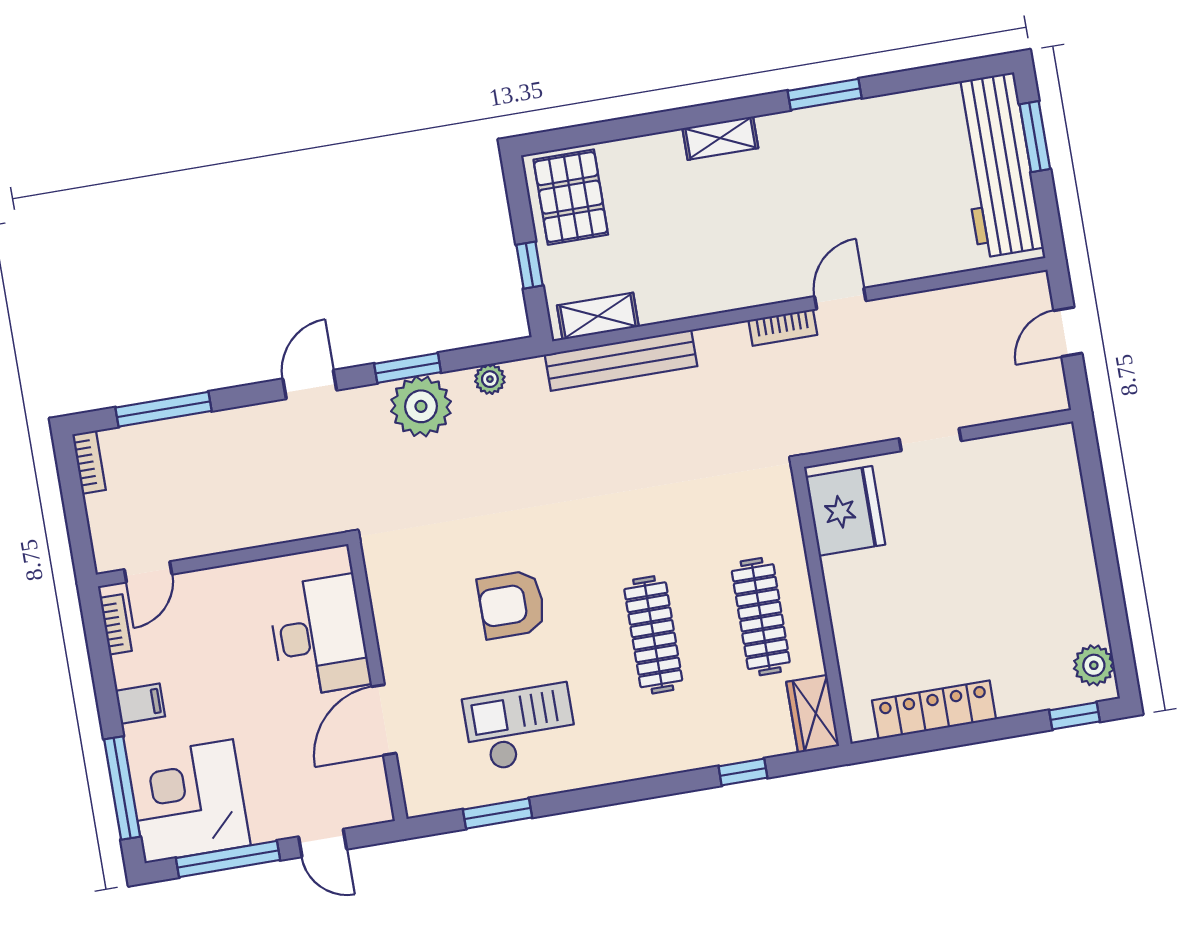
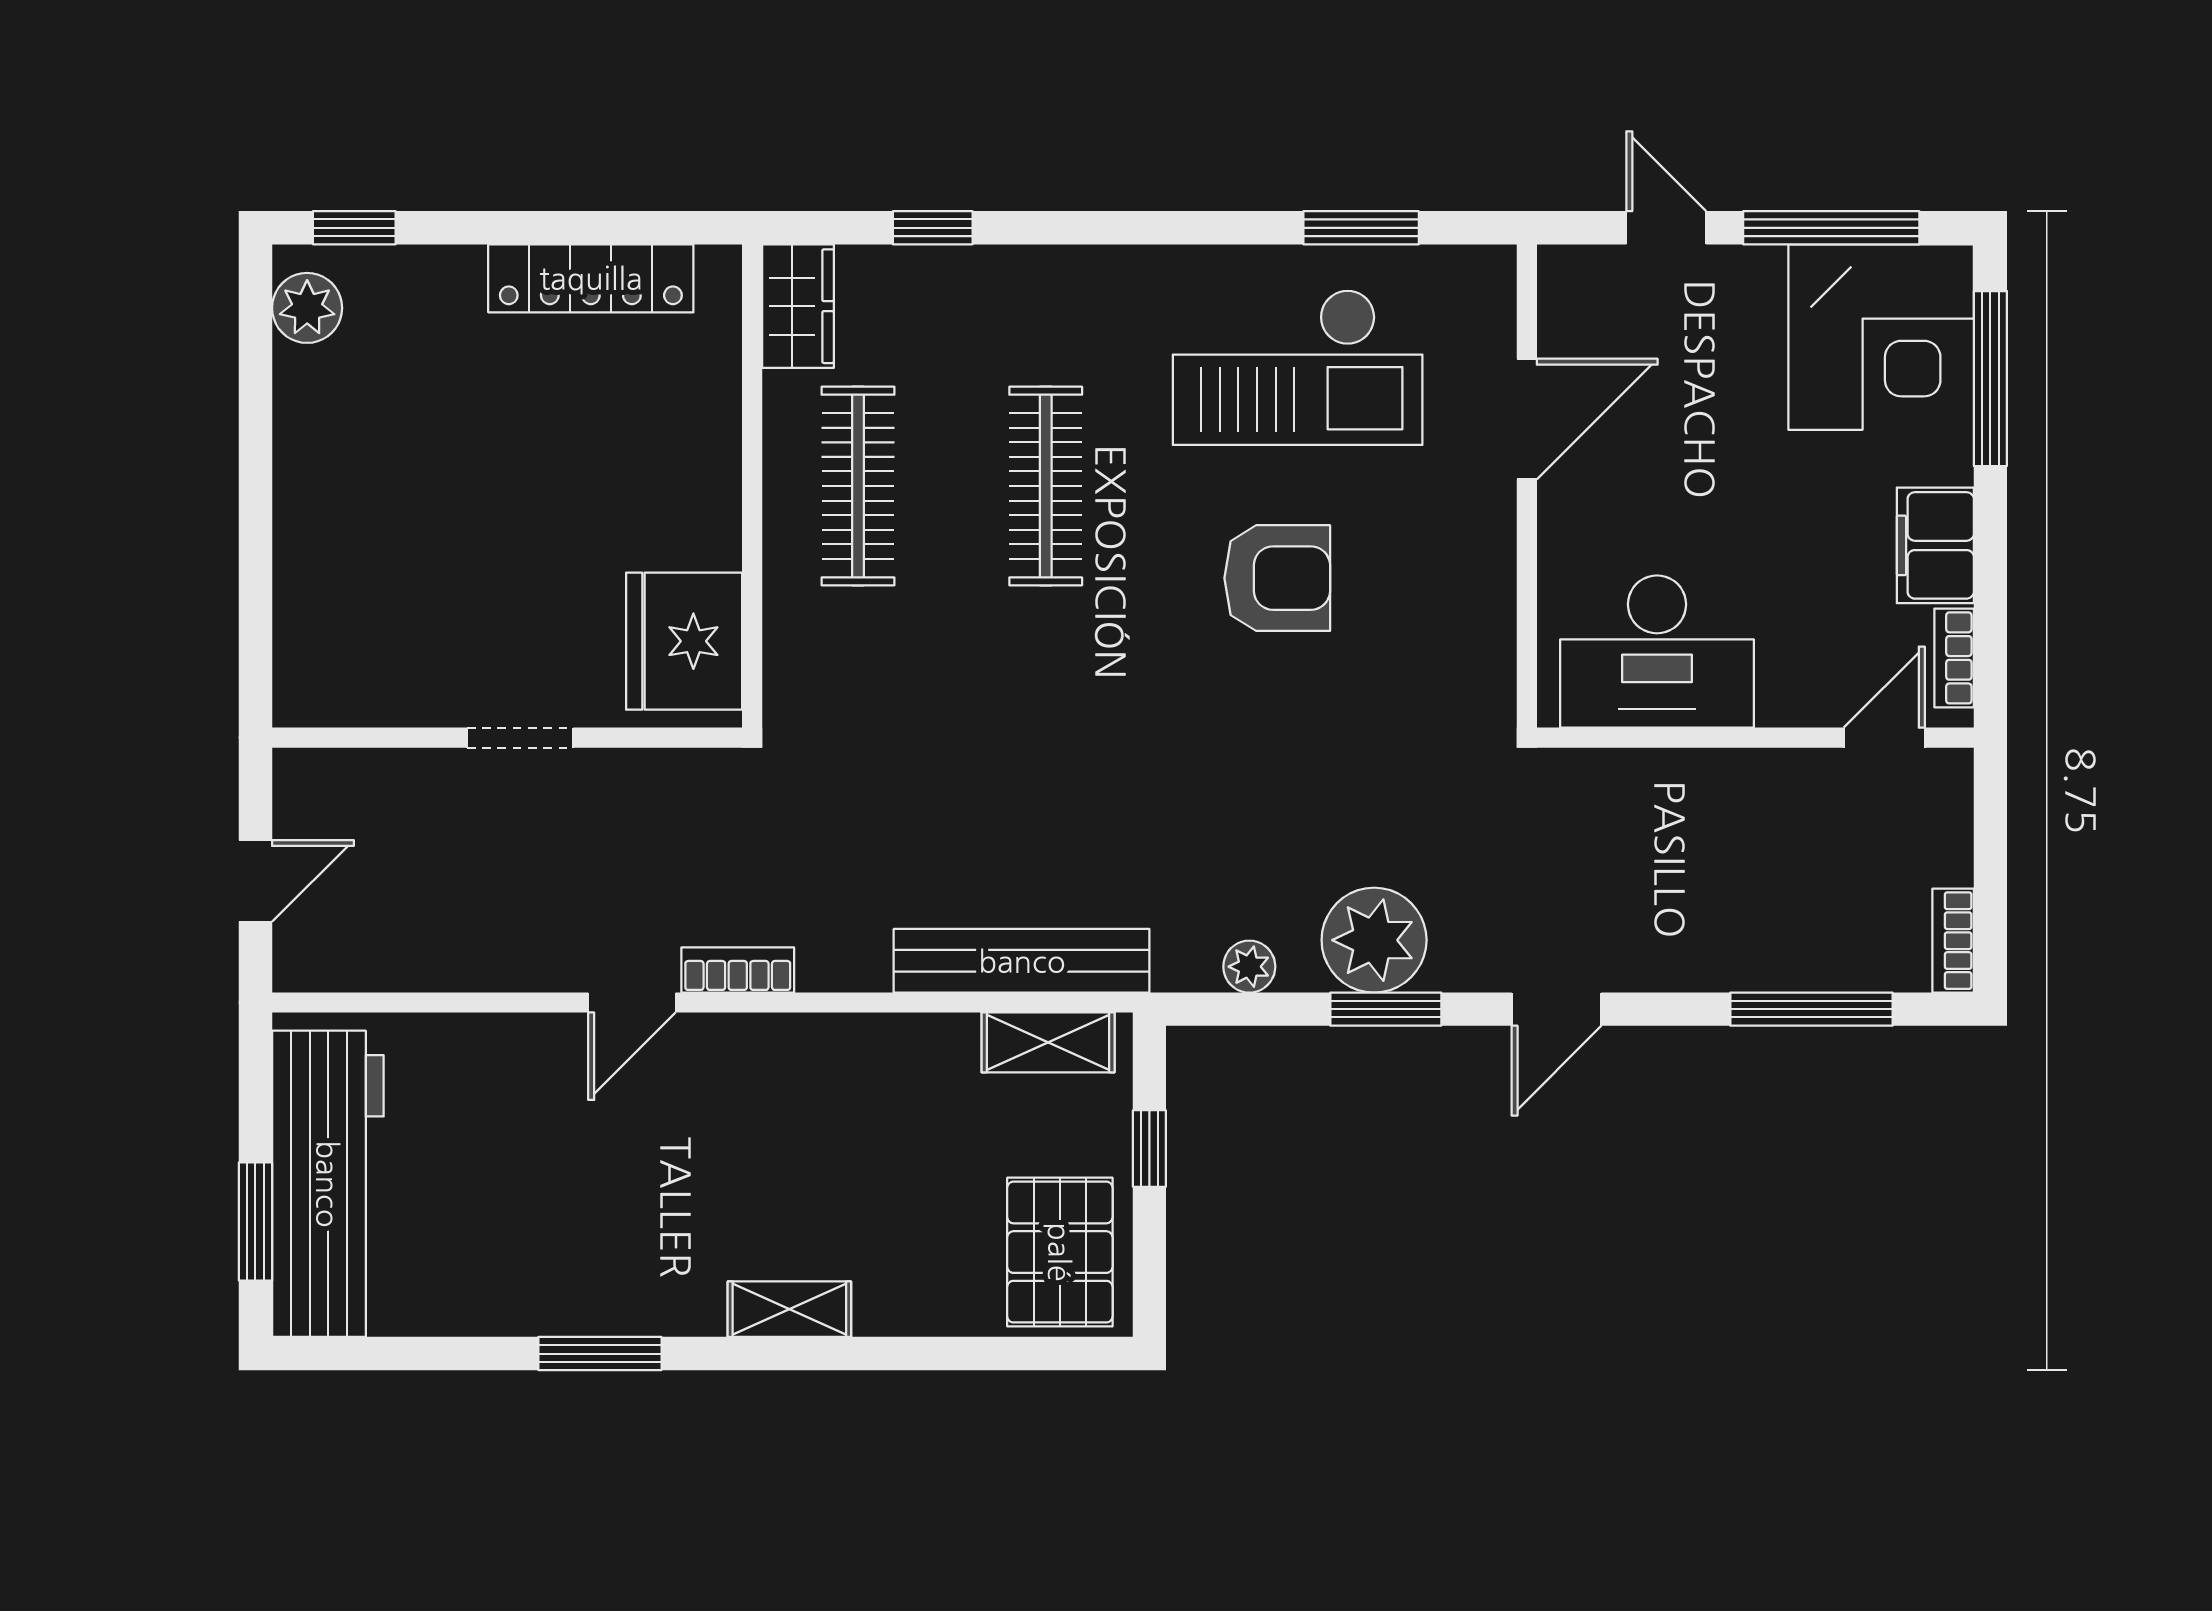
desk: (319, 636) -> (1657, 652), moved, turned -90
filing cabinet: (140, 704) -> (1935, 545), width x2.00
checkout: (520, 727) -> (1298, 367), width x1.36, depth x1.21

